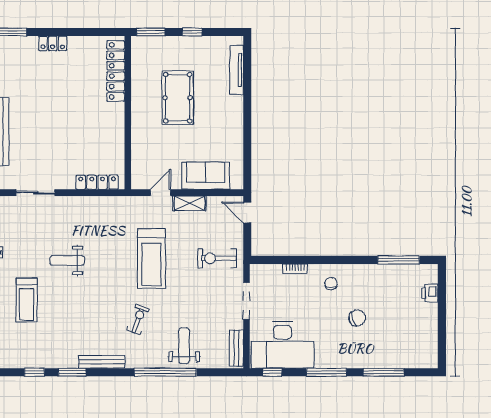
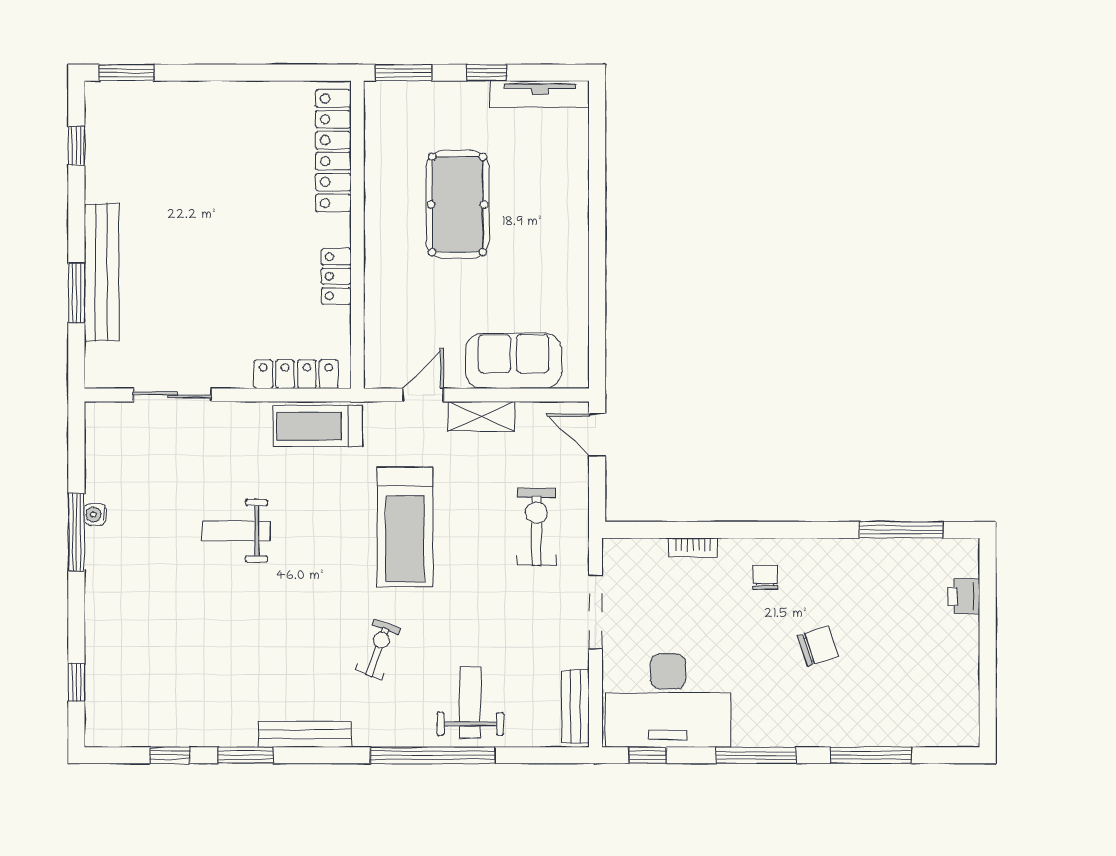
locker: (53, 43) -> (336, 276), moved, turned 90
tv unit: (237, 70) -> (540, 94), moved, turned -90
exercise bike: (217, 258) -> (536, 527), turned 90
treadmill: (27, 300) -> (318, 426), moved, turned 90

